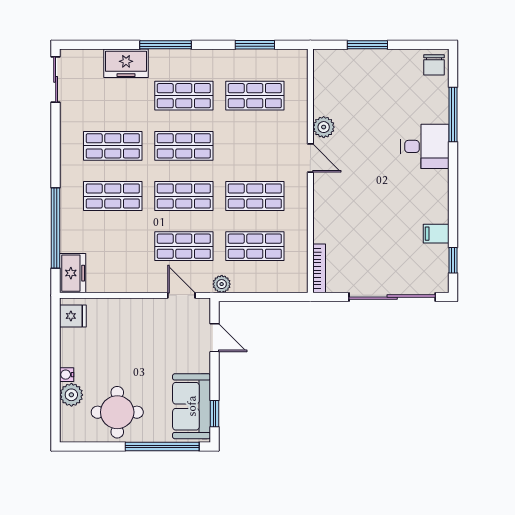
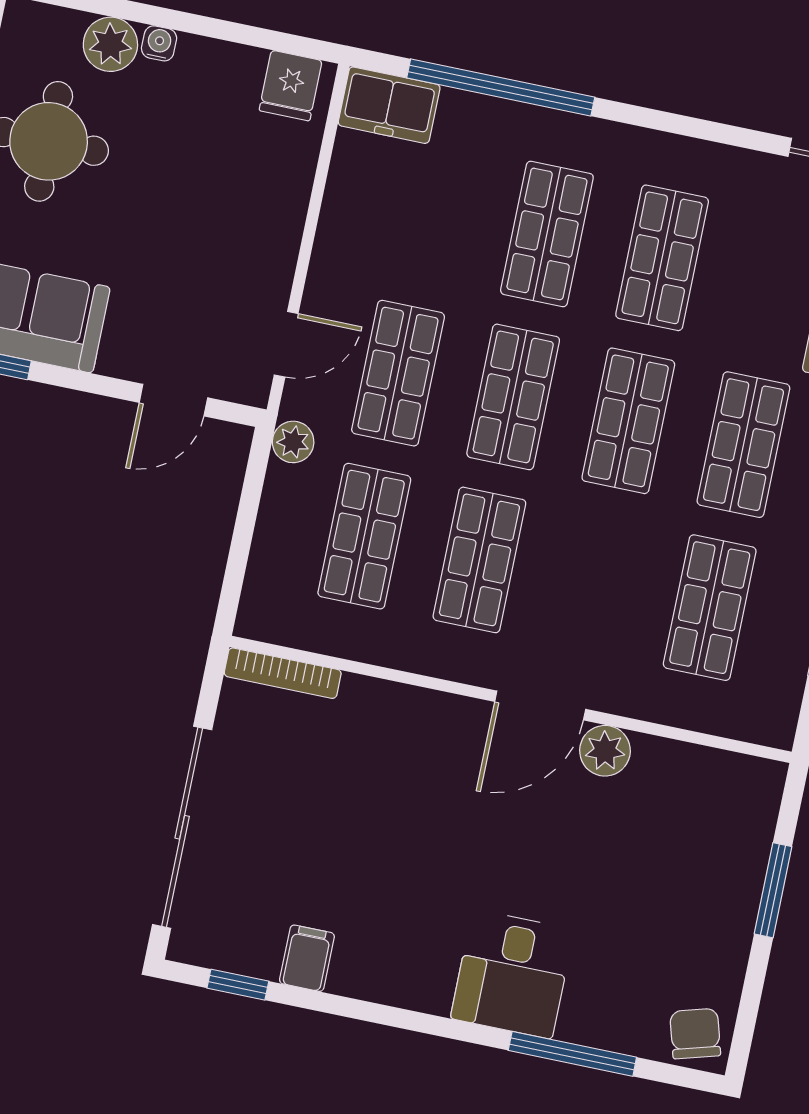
chair: (434, 65) -> (695, 1034), turned 74
door: (310, 158) -> (540, 705), width x1.38

